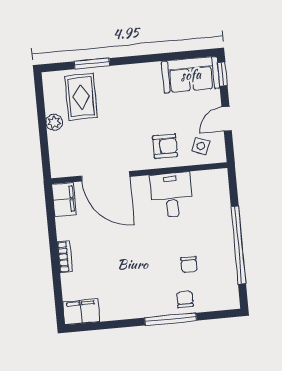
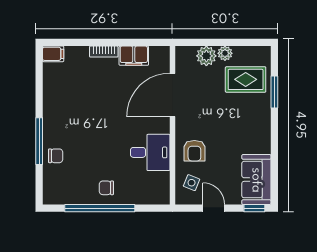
plant: (59, 143) -> (206, 56), added
filing cabinet: (64, 199) -> (134, 56), moved
chair: (189, 265) -> (106, 188), moved
filing cabinet: (81, 312) -> (53, 54), width x0.50

